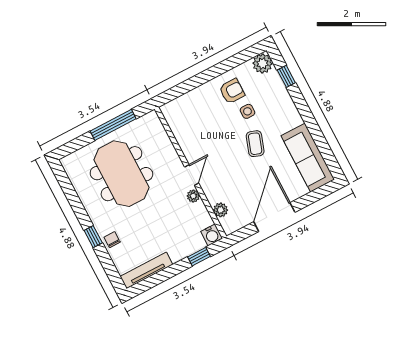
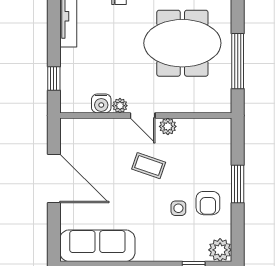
window: (206, 76) -> (238, 184), added
coffee table: (255, 144) -> (149, 166), moved
plant: (221, 210) -> (168, 126), moved
water cooler: (212, 235) -> (101, 103), moved, turned -90

